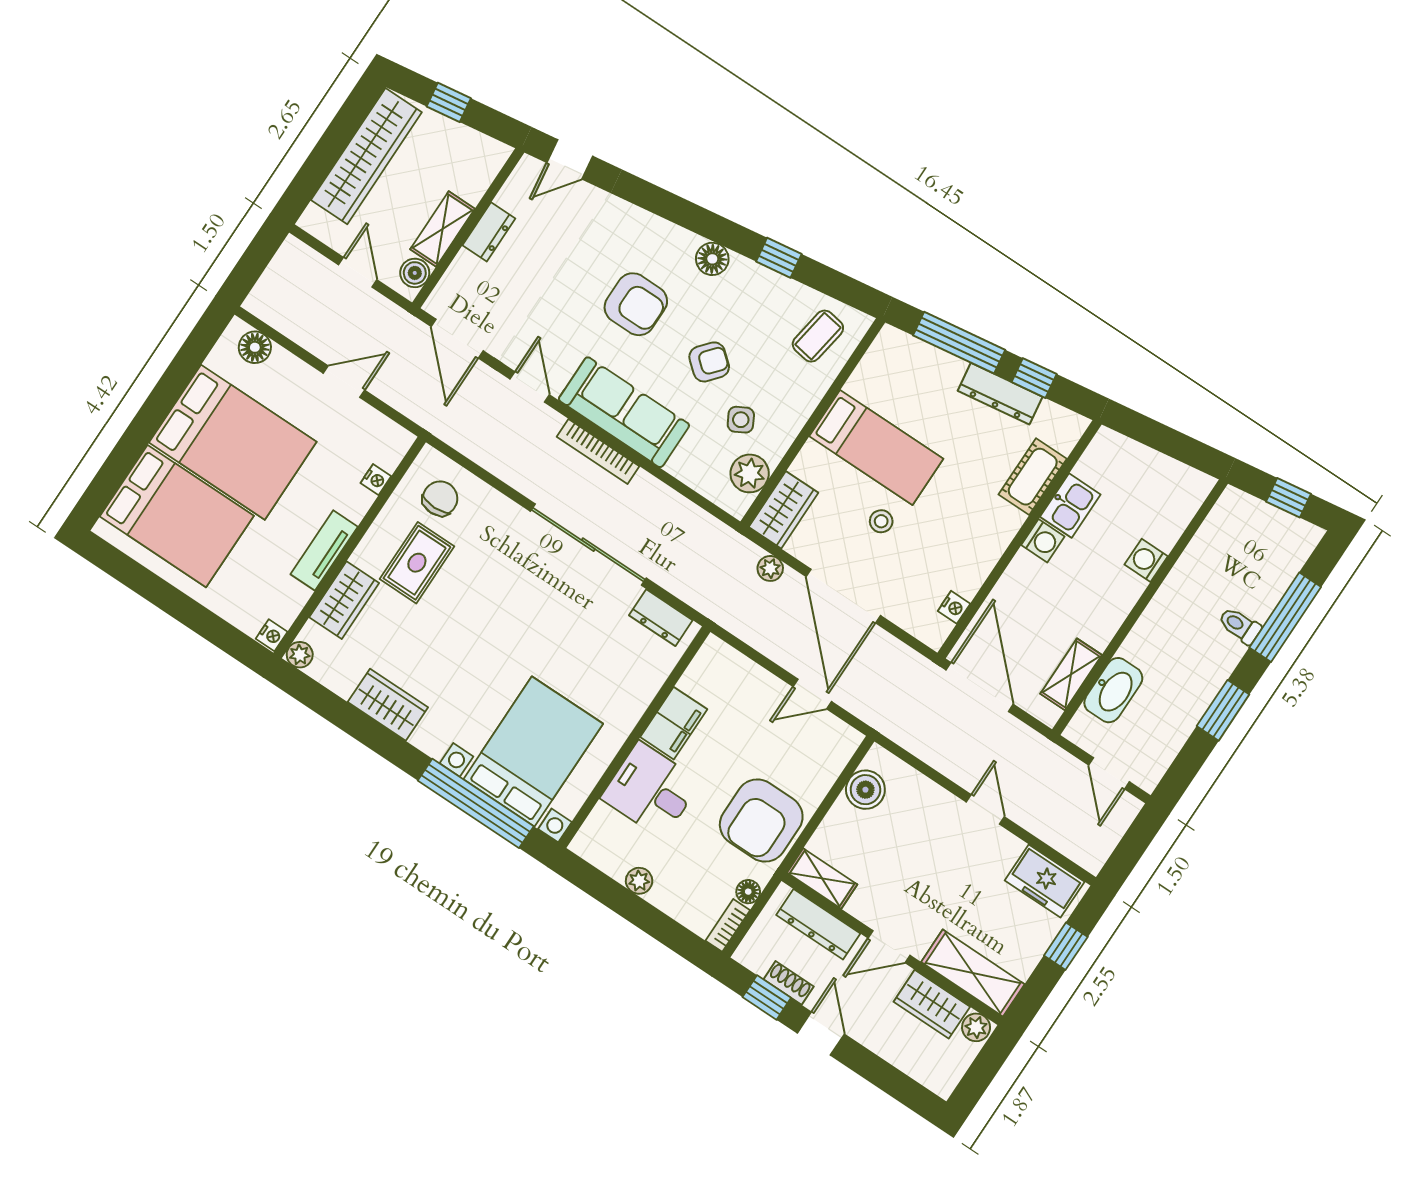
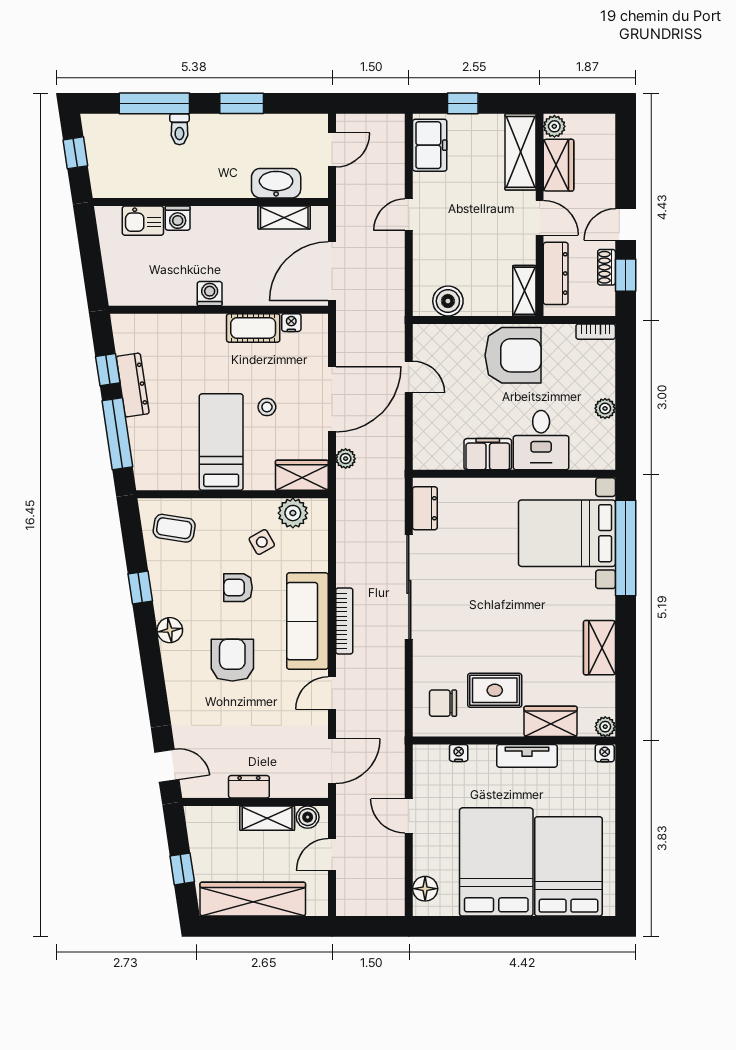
armchair: (709, 362) -> (238, 588), turned -40
cot: (1033, 477) -> (253, 328), moved
kitchen sink: (1070, 506) -> (143, 221), moved, turned 180
floor lamp: (748, 892) -> (565, 333), removed

